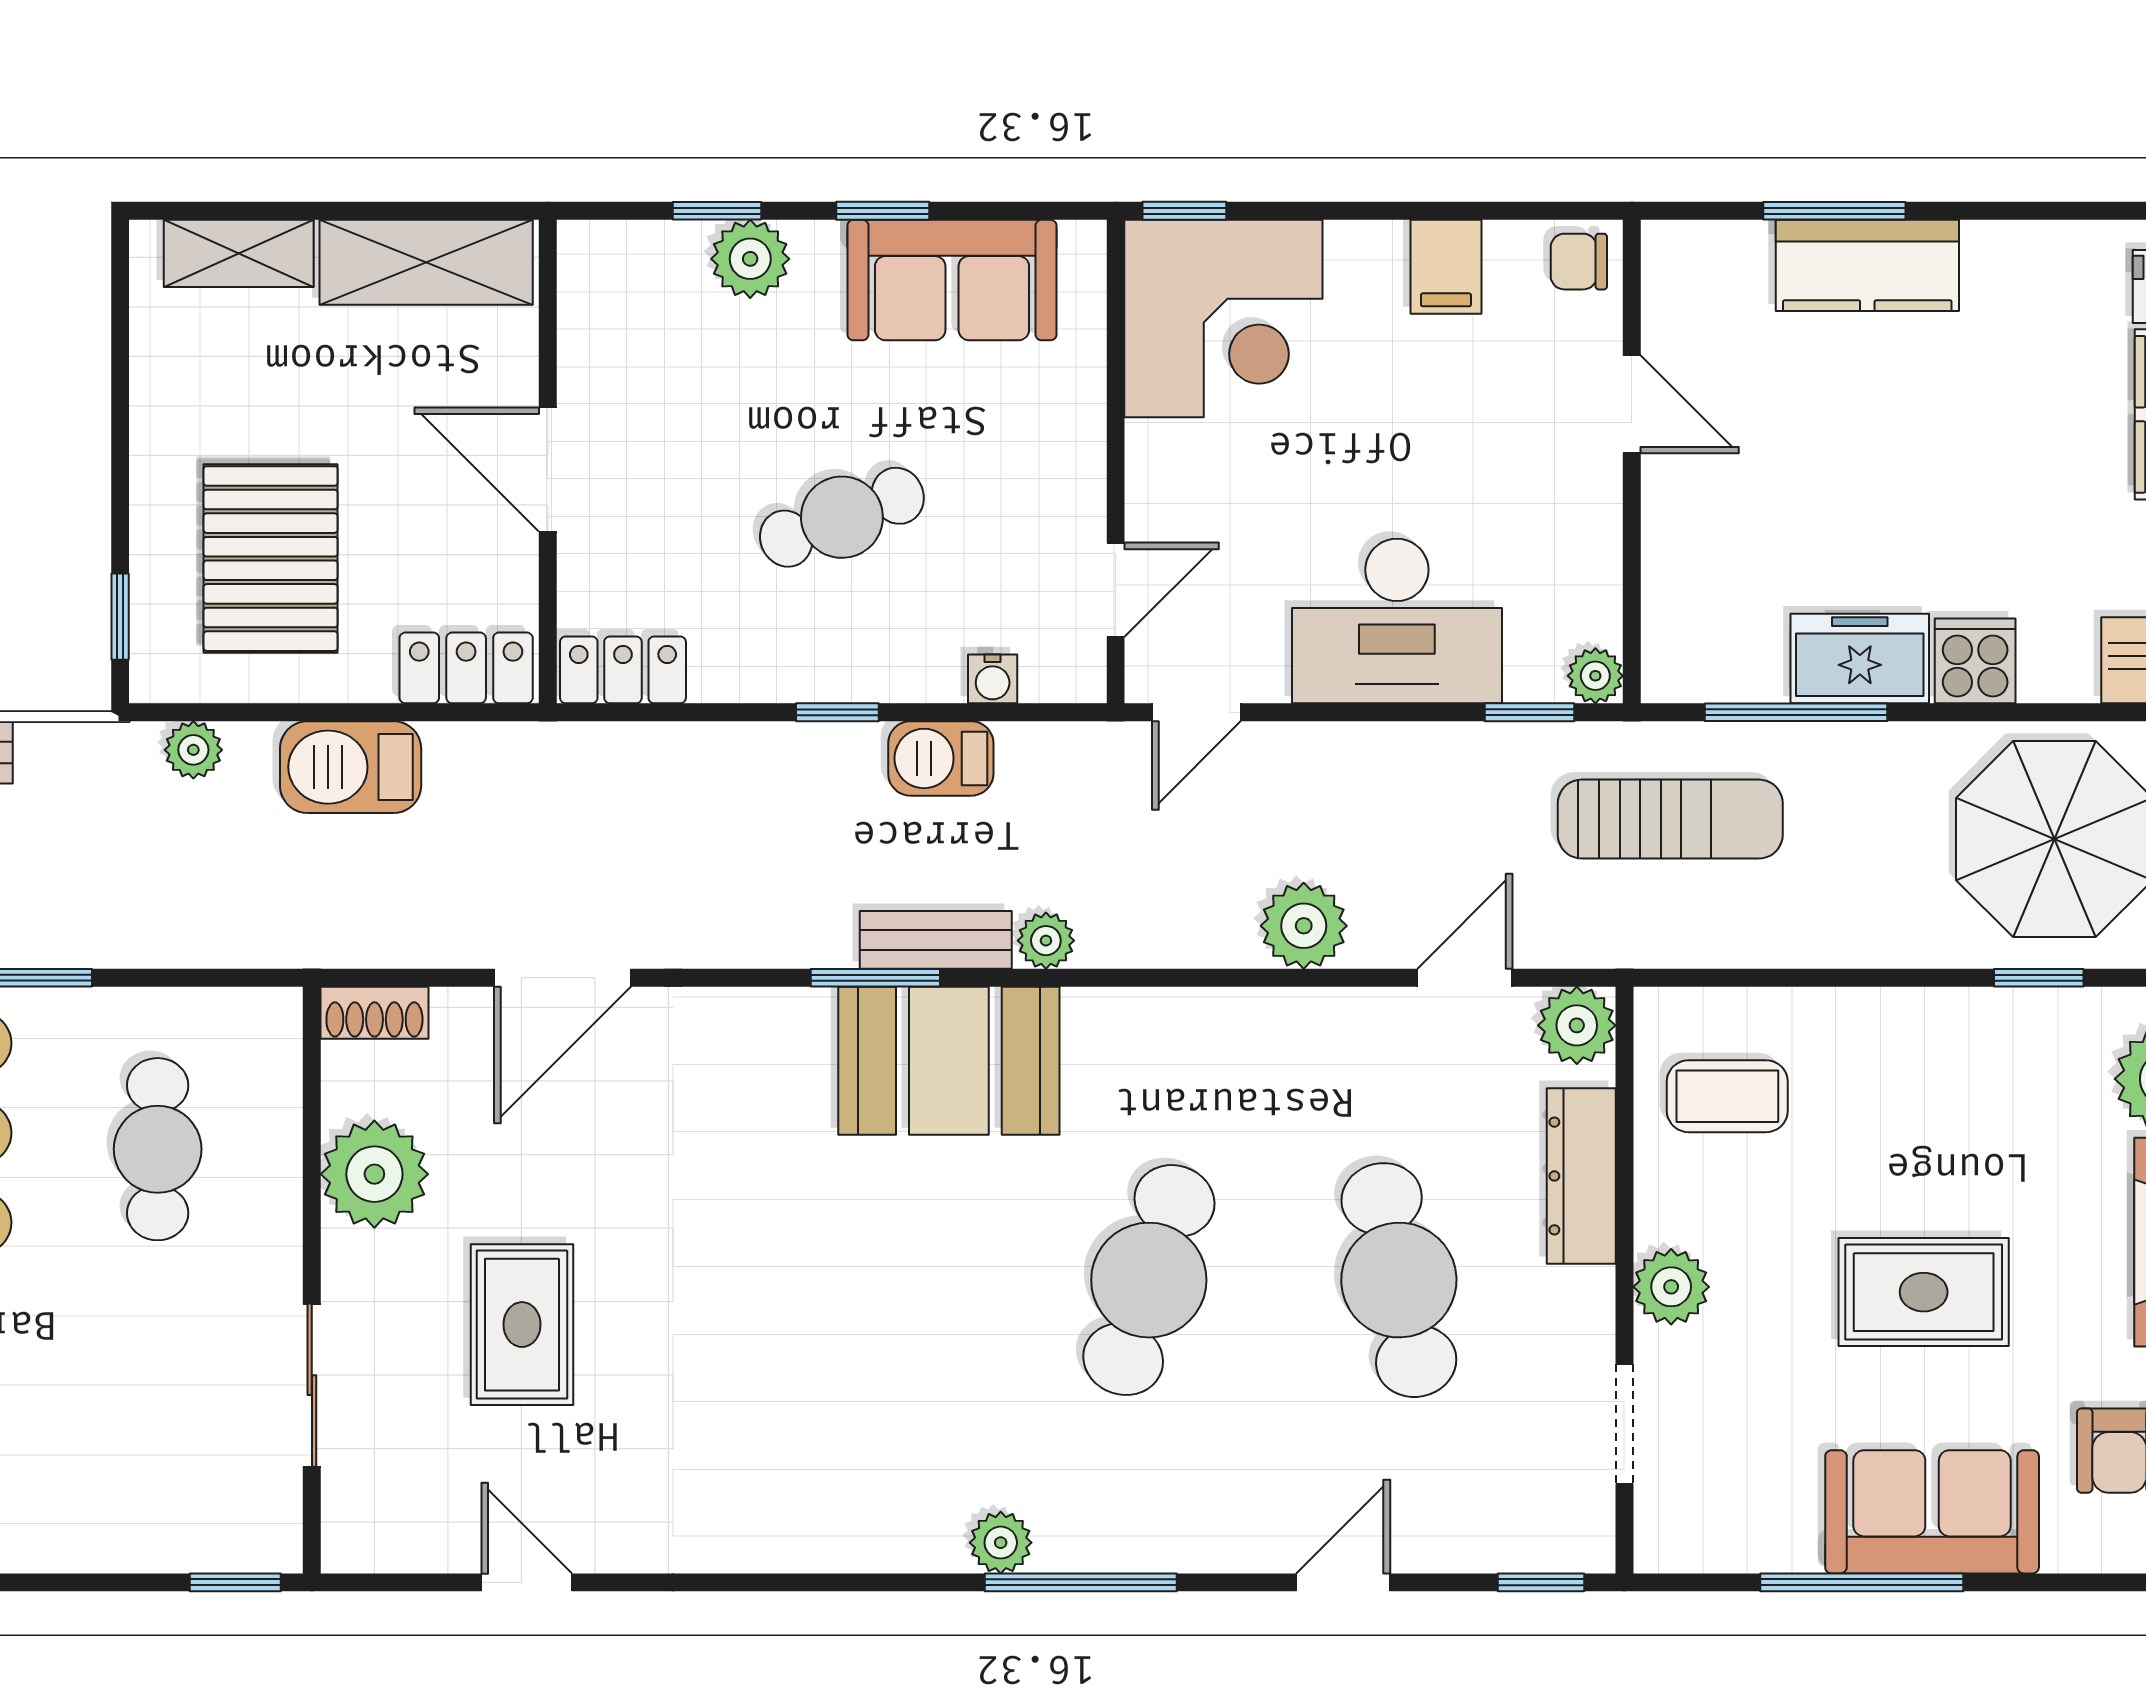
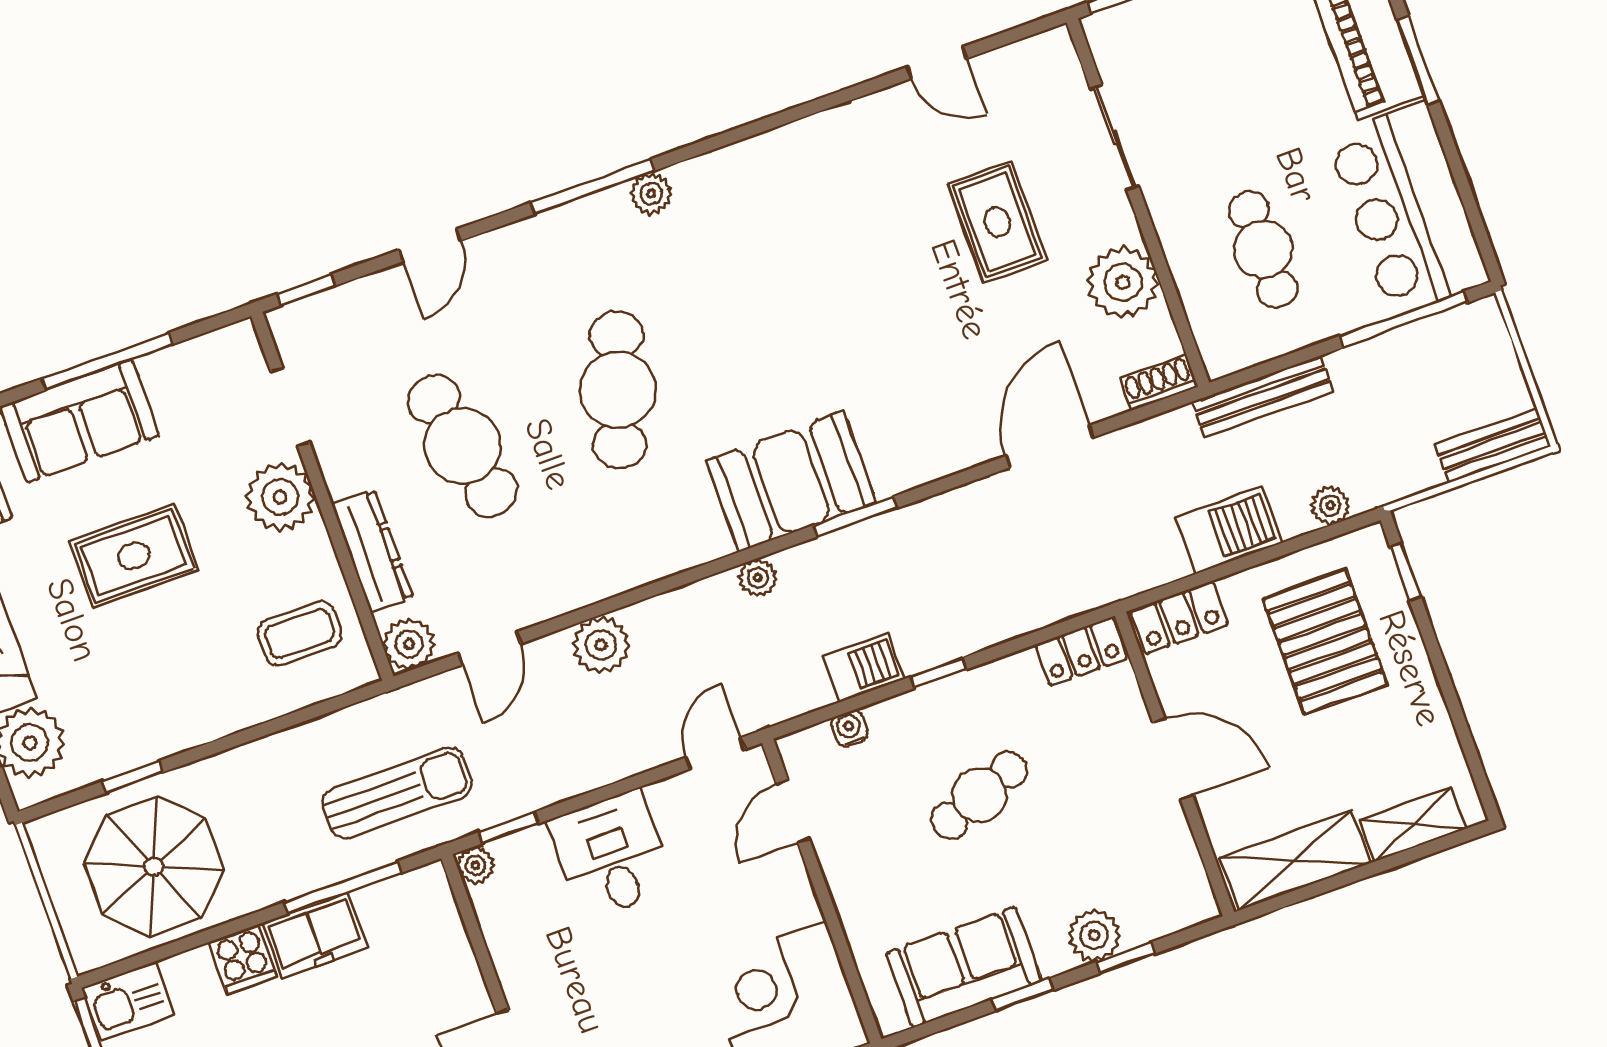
desk: (1397, 621) -> (611, 855), width x0.73
sun lounger: (1670, 819) -> (397, 793), turned 180
bench: (936, 940) -> (1263, 397), moved, width x1.36
plant: (1671, 1287) -> (280, 497), width x1.36, depth x1.36

